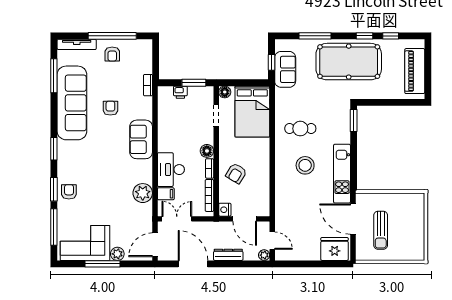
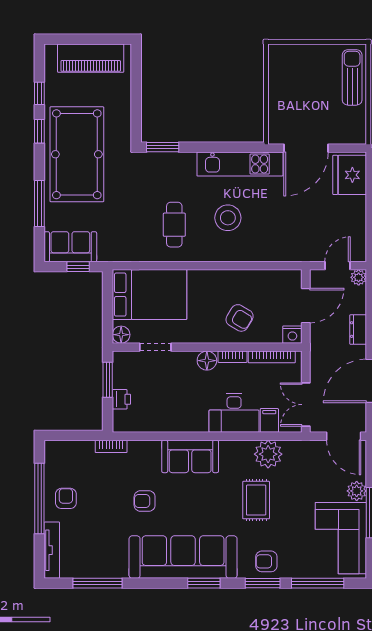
armchair: (112, 54) -> (66, 498), turned -90
sofa: (285, 69) -> (70, 247), moved
sofa: (72, 103) -> (183, 557), moved
rug: (111, 185) -> (256, 500), added
sun lounger: (381, 230) -> (352, 77), moved, turned -90
dresser: (228, 255) -> (358, 330), width x0.70

